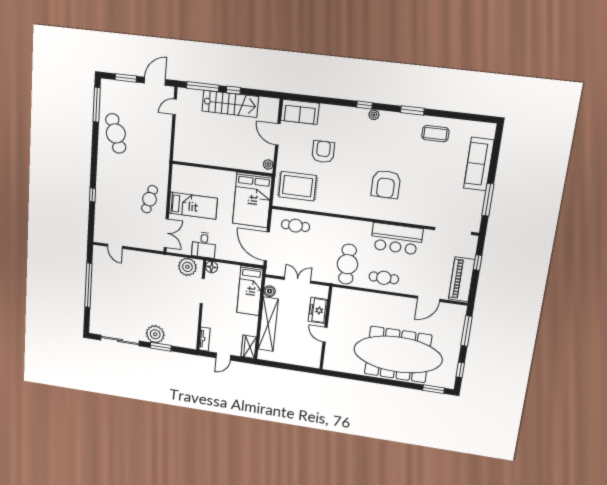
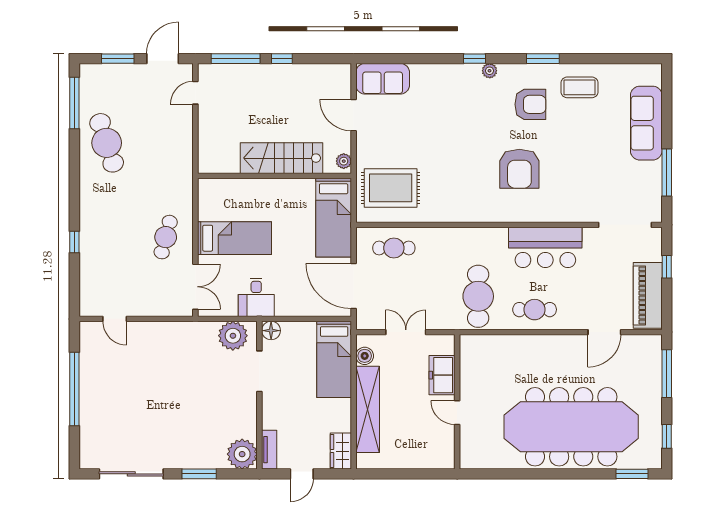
stairs: (230, 104) -> (281, 158), moved, turned 180
armchair: (323, 152) -> (530, 104), moved, turned 90
bed: (252, 200) -> (334, 218), width x0.67
plant: (155, 334) -> (242, 454), moved

